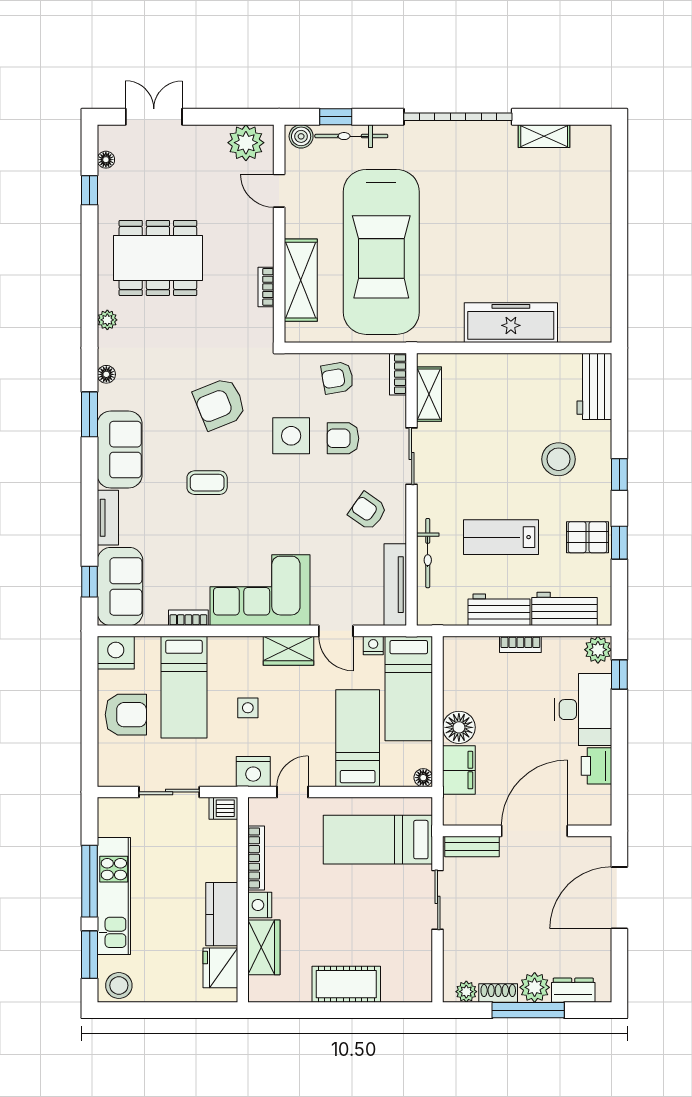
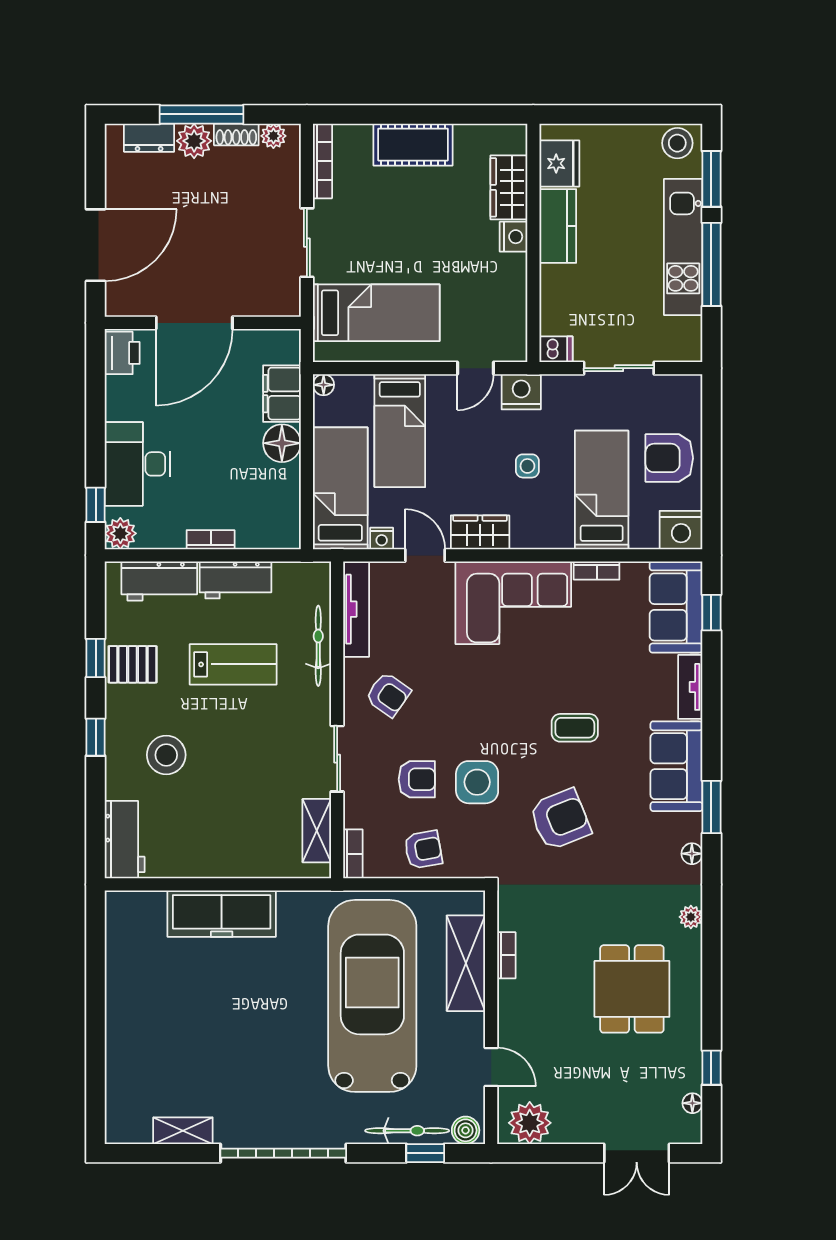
dining table: (158, 258) -> (632, 989), width x0.73
printer: (596, 766) -> (122, 353), moved
bench: (472, 846) -> (267, 305), removed
bookcase: (256, 858) -> (322, 161), moved, turned 180

